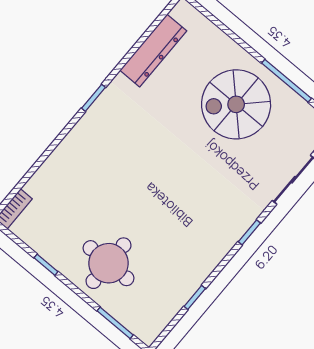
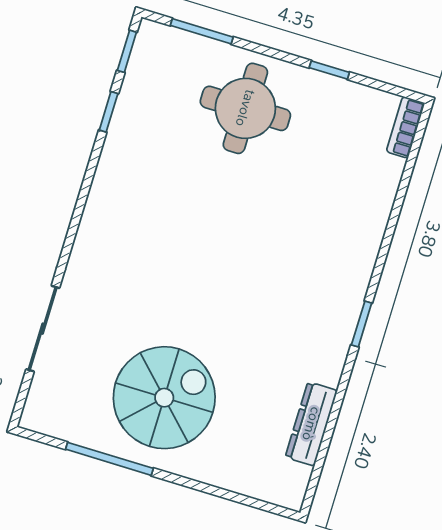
dresser: (153, 51) -> (311, 424), width x0.73, depth x0.80
window: (249, 232) -> (127, 51), moved

